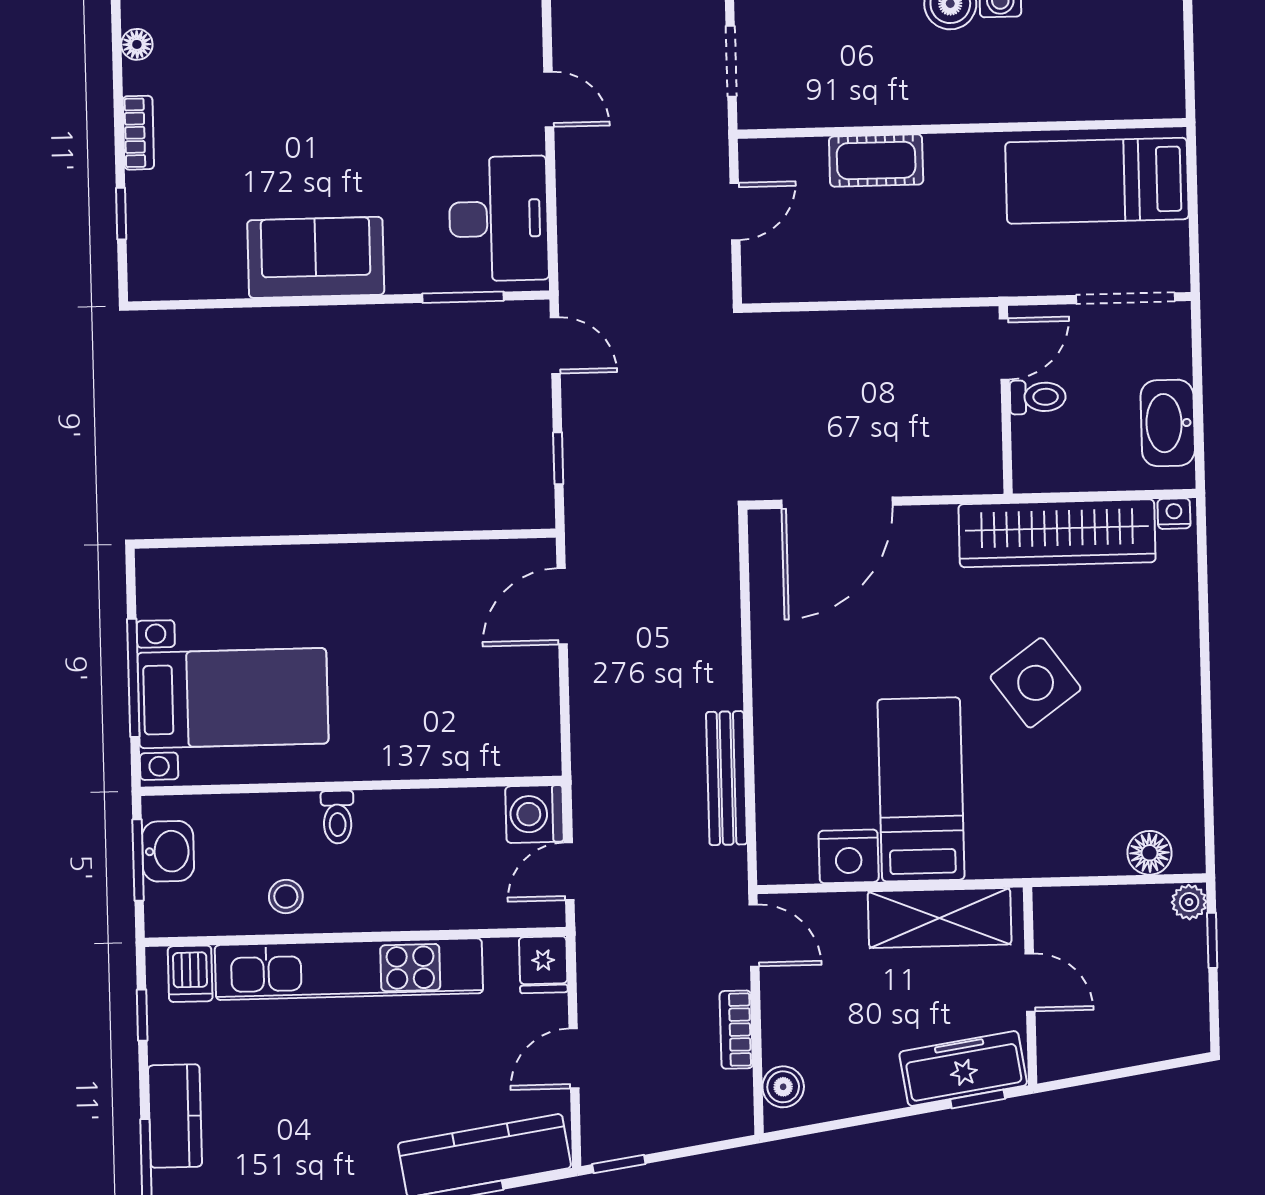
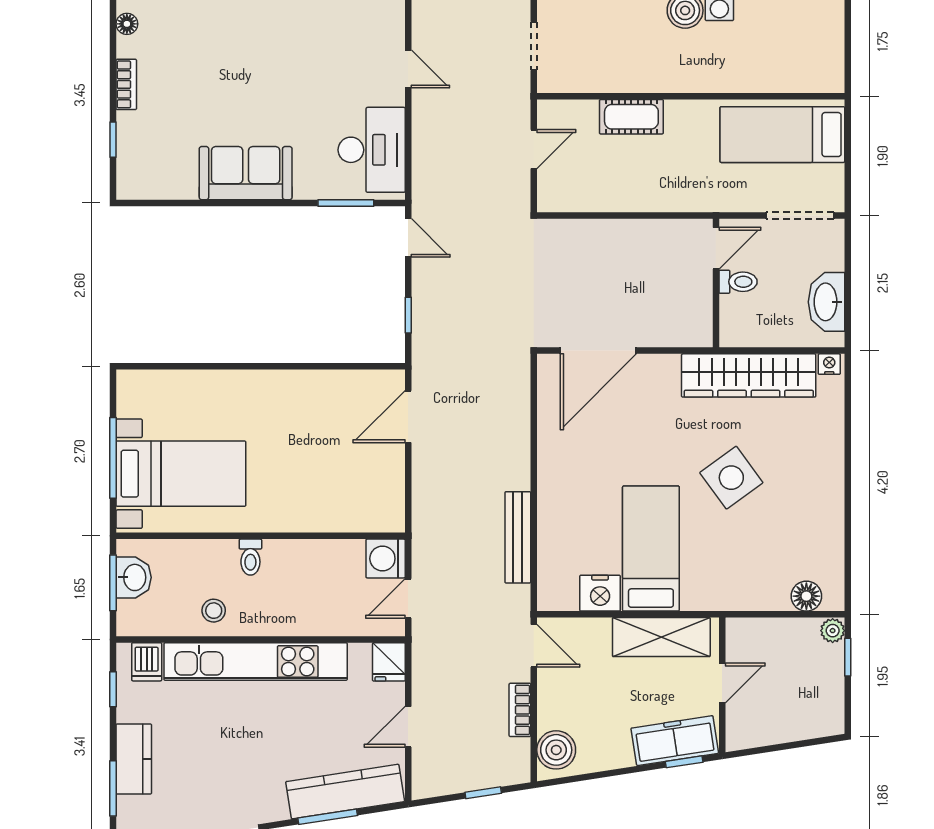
door: (1030, 983) -> (722, 683), hinge flipped
boiler: (783, 1087) -> (556, 750), width x1.36, depth x1.36
window: (619, 1164) -> (483, 793), moved

